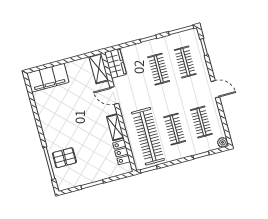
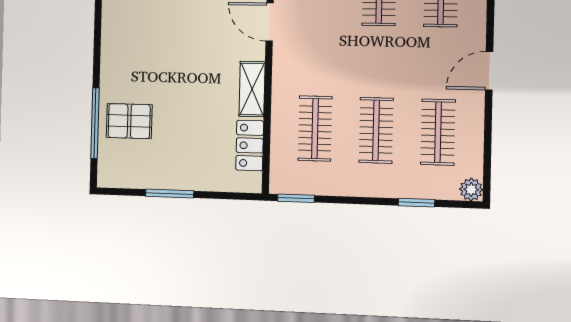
door: (215, 89) -> (489, 71), swing flipped
clothes rail: (148, 136) -> (315, 129), width x0.54, depth x0.76

